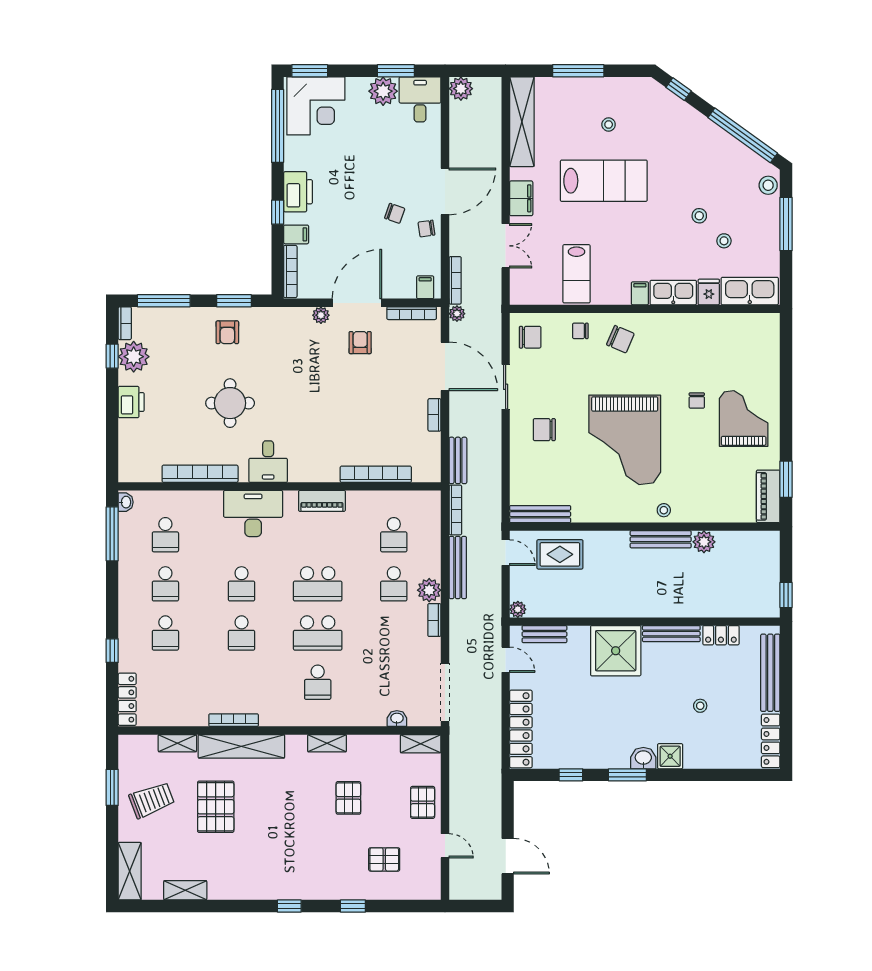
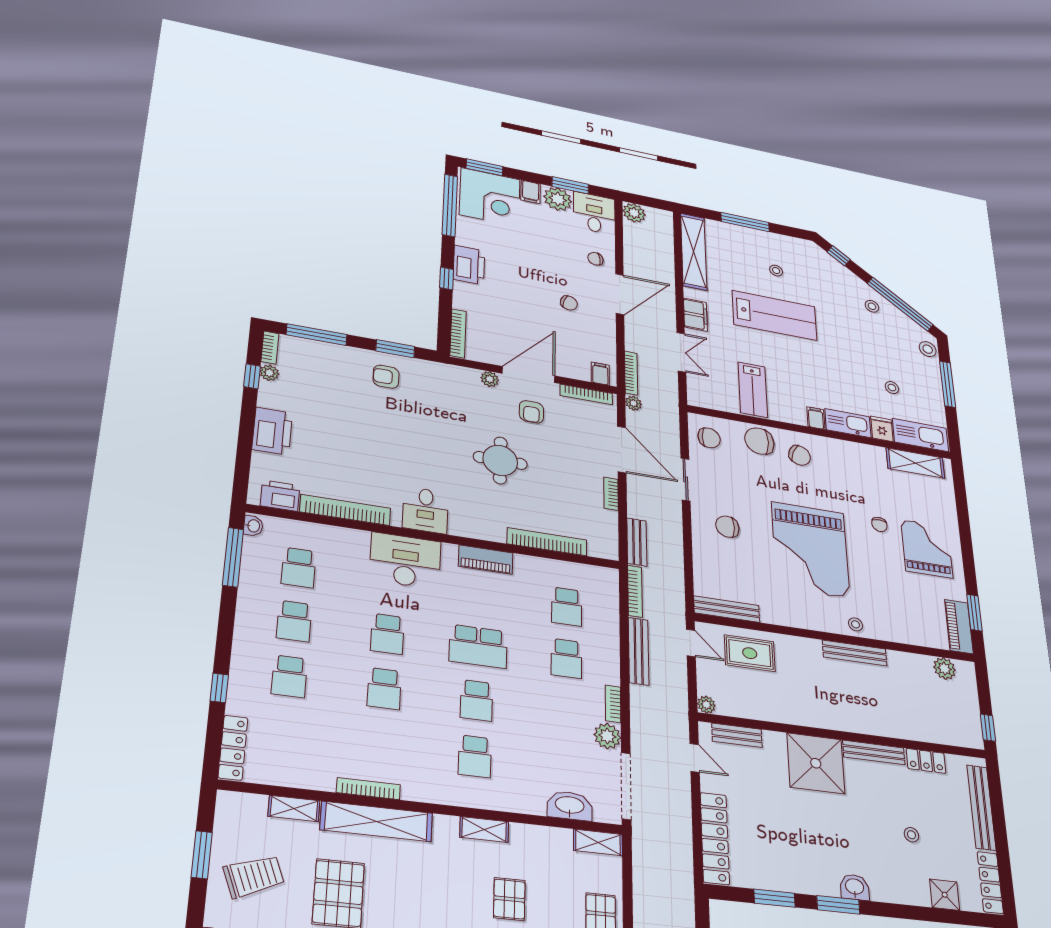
stool: (699, 216) -> (872, 306), moved
chair: (426, 229) -> (595, 259), moved
filing cabinet: (296, 234) -> (531, 192), moved, turned 90
shelving: (741, 325) -> (915, 463), added
chair: (580, 331) -> (759, 441), width x1.87, depth x1.87
armchair: (227, 332) -> (386, 377), turned 90
armchair: (360, 343) -> (531, 412), turned 180
plant: (134, 357) -> (269, 373), width x0.53, depth x0.53
printer: (131, 402) -> (272, 431), width x1.37, depth x1.19
round table: (230, 403) -> (500, 460), moved
printer: (145, 470) -> (280, 496), added
plant: (704, 542) -> (944, 669), moved
plant: (429, 590) -> (607, 736), moved
school desk: (318, 633) -> (476, 700), width x0.54
washbasin: (397, 719) -> (570, 806), width x1.91, depth x1.45
shower: (670, 756) -> (945, 895), moved
window: (571, 775) -> (775, 898), width x1.50

